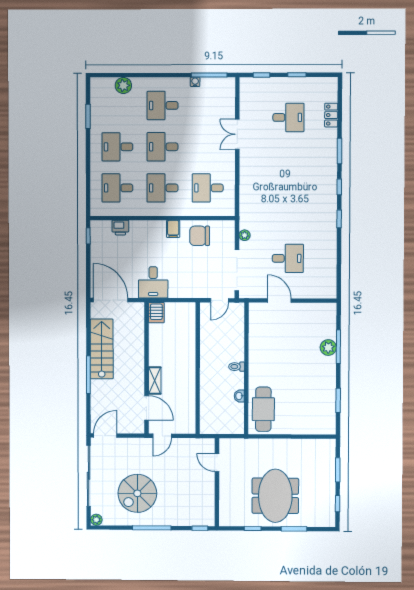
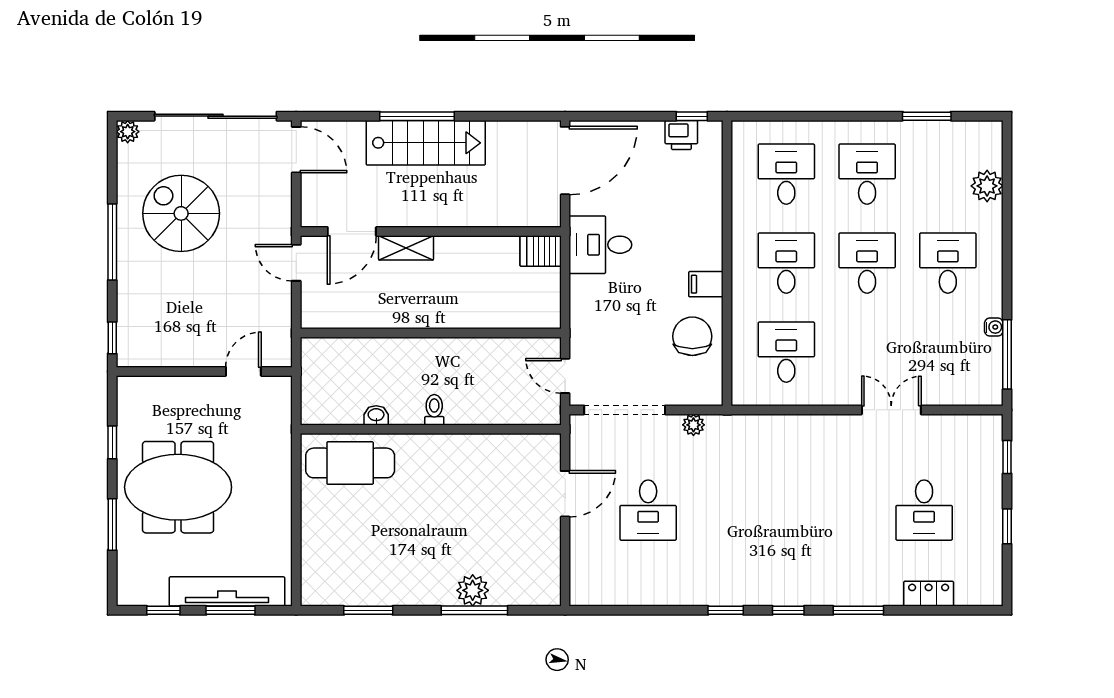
printer: (120, 228) -> (681, 135), moved, turned -90
stairs: (102, 349) -> (426, 143), moved
tv unit: (328, 472) -> (227, 591), added

